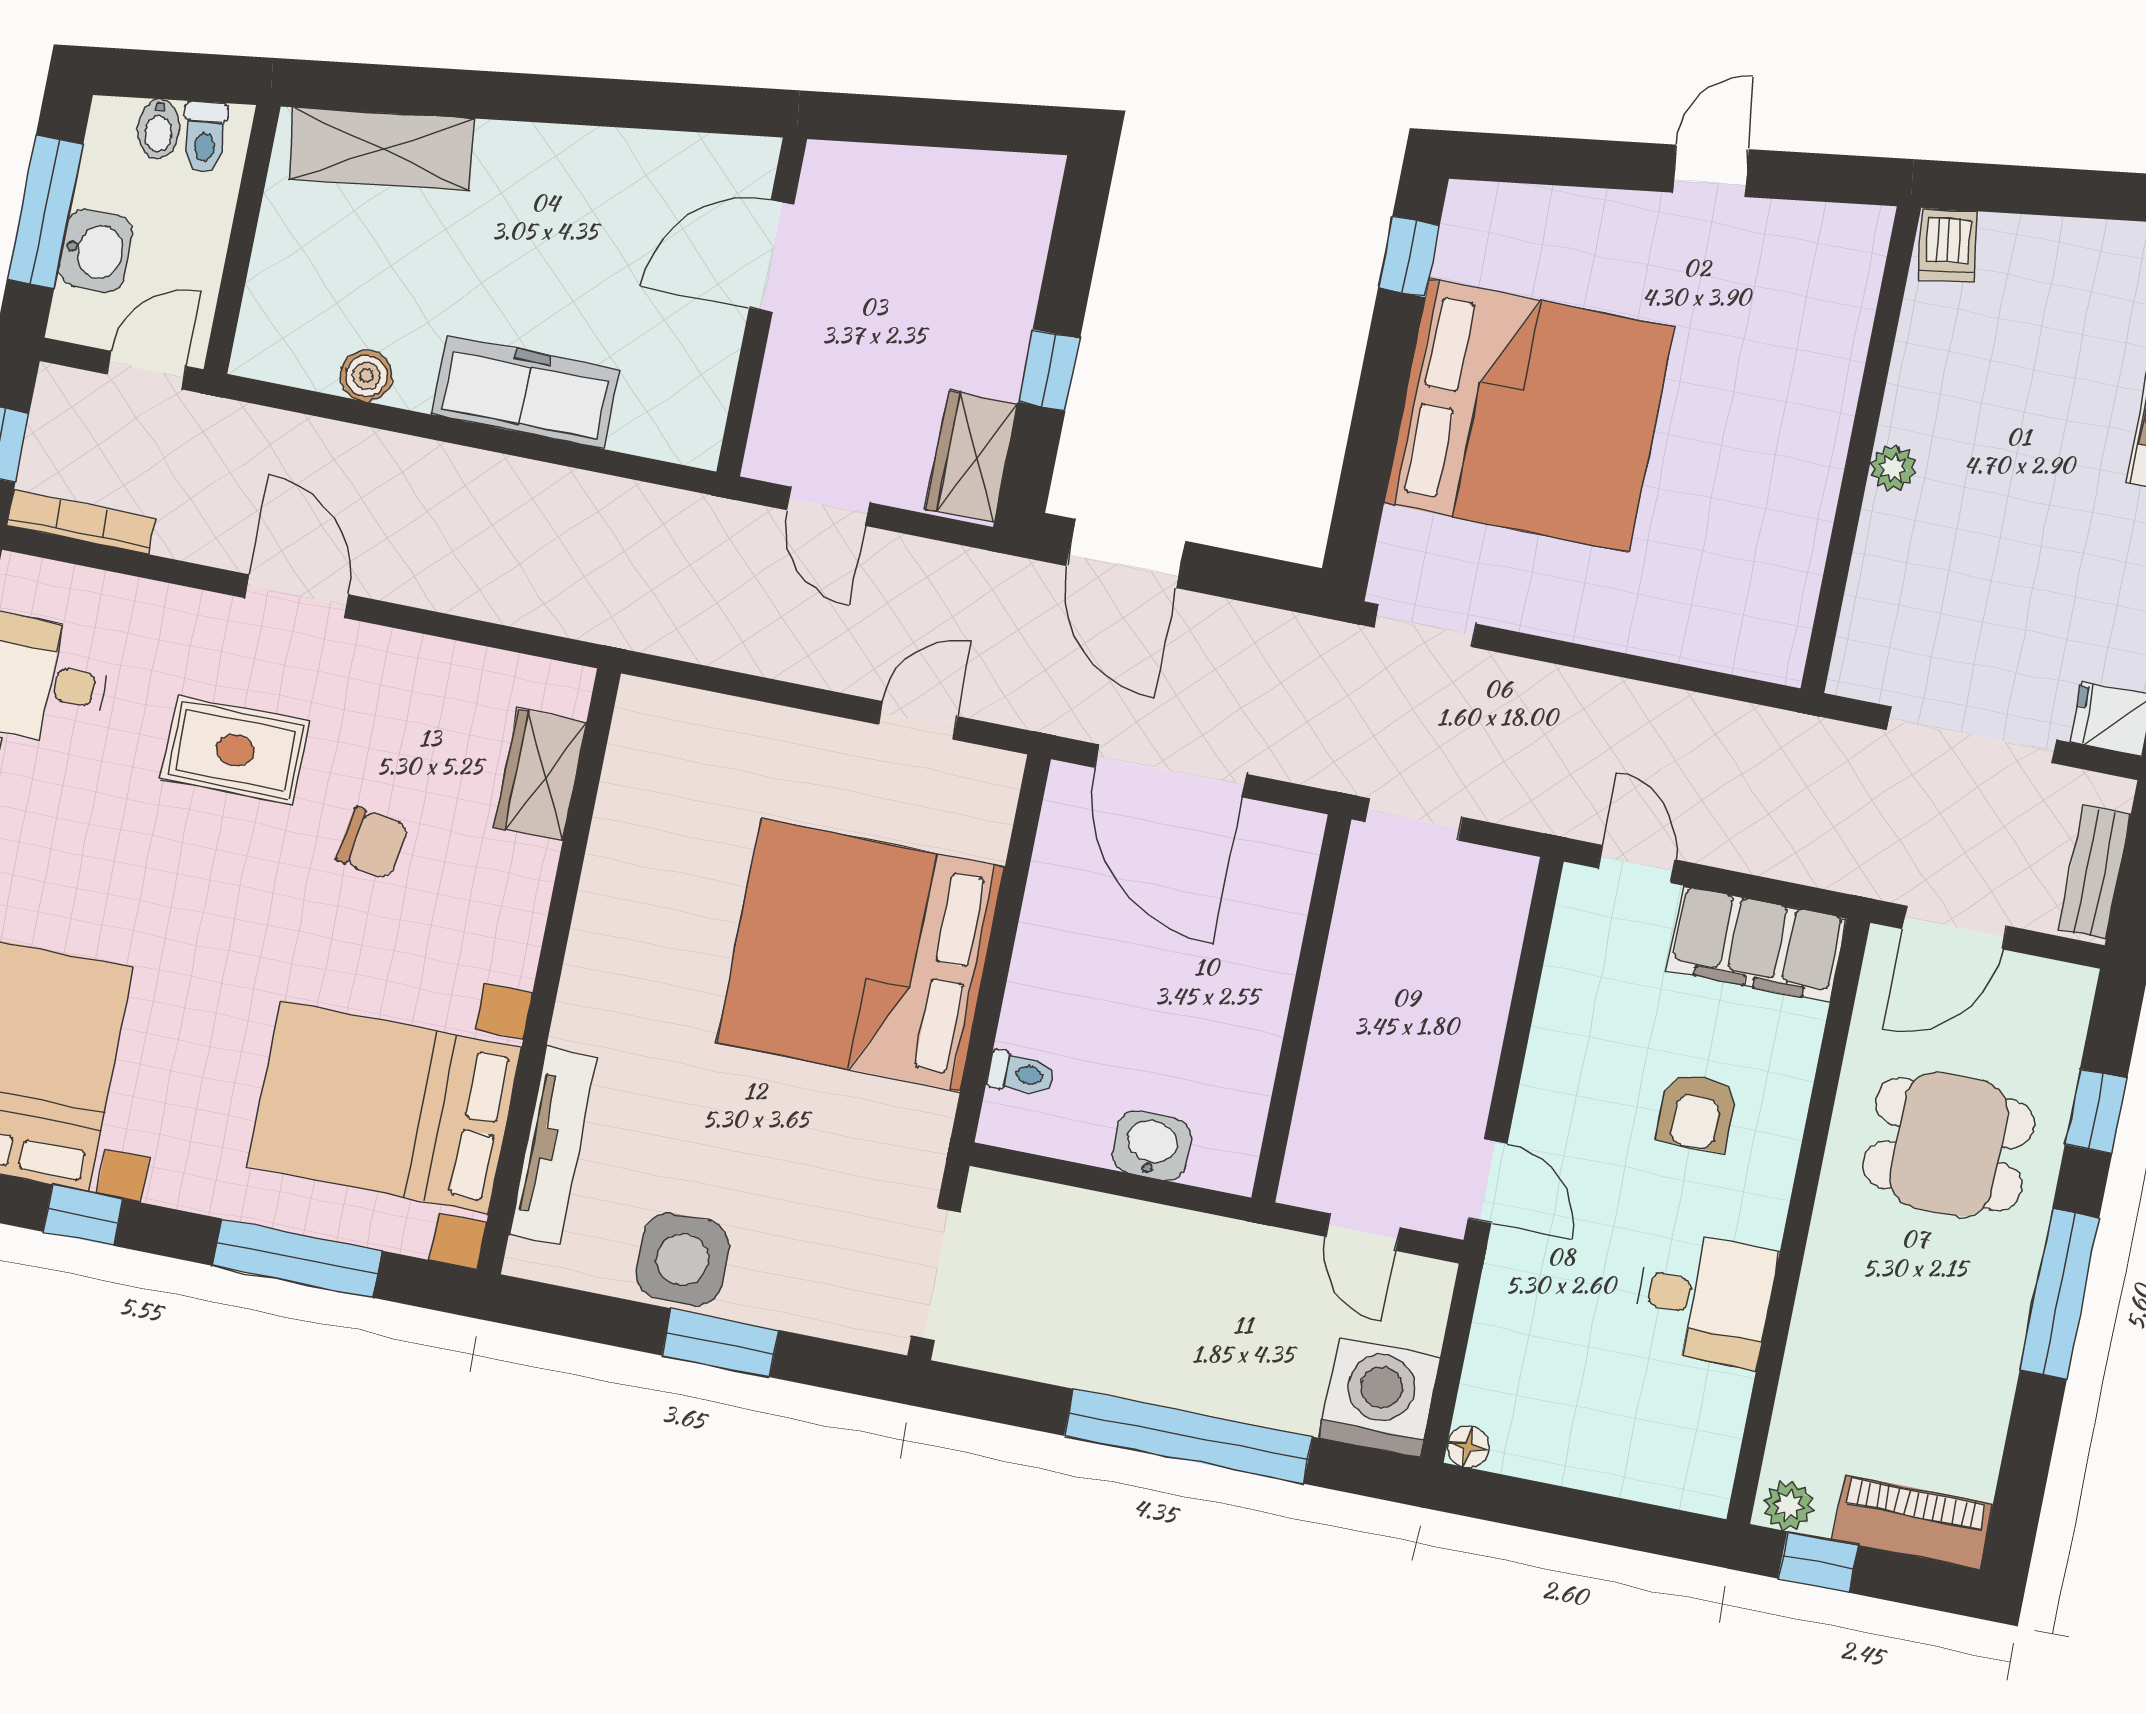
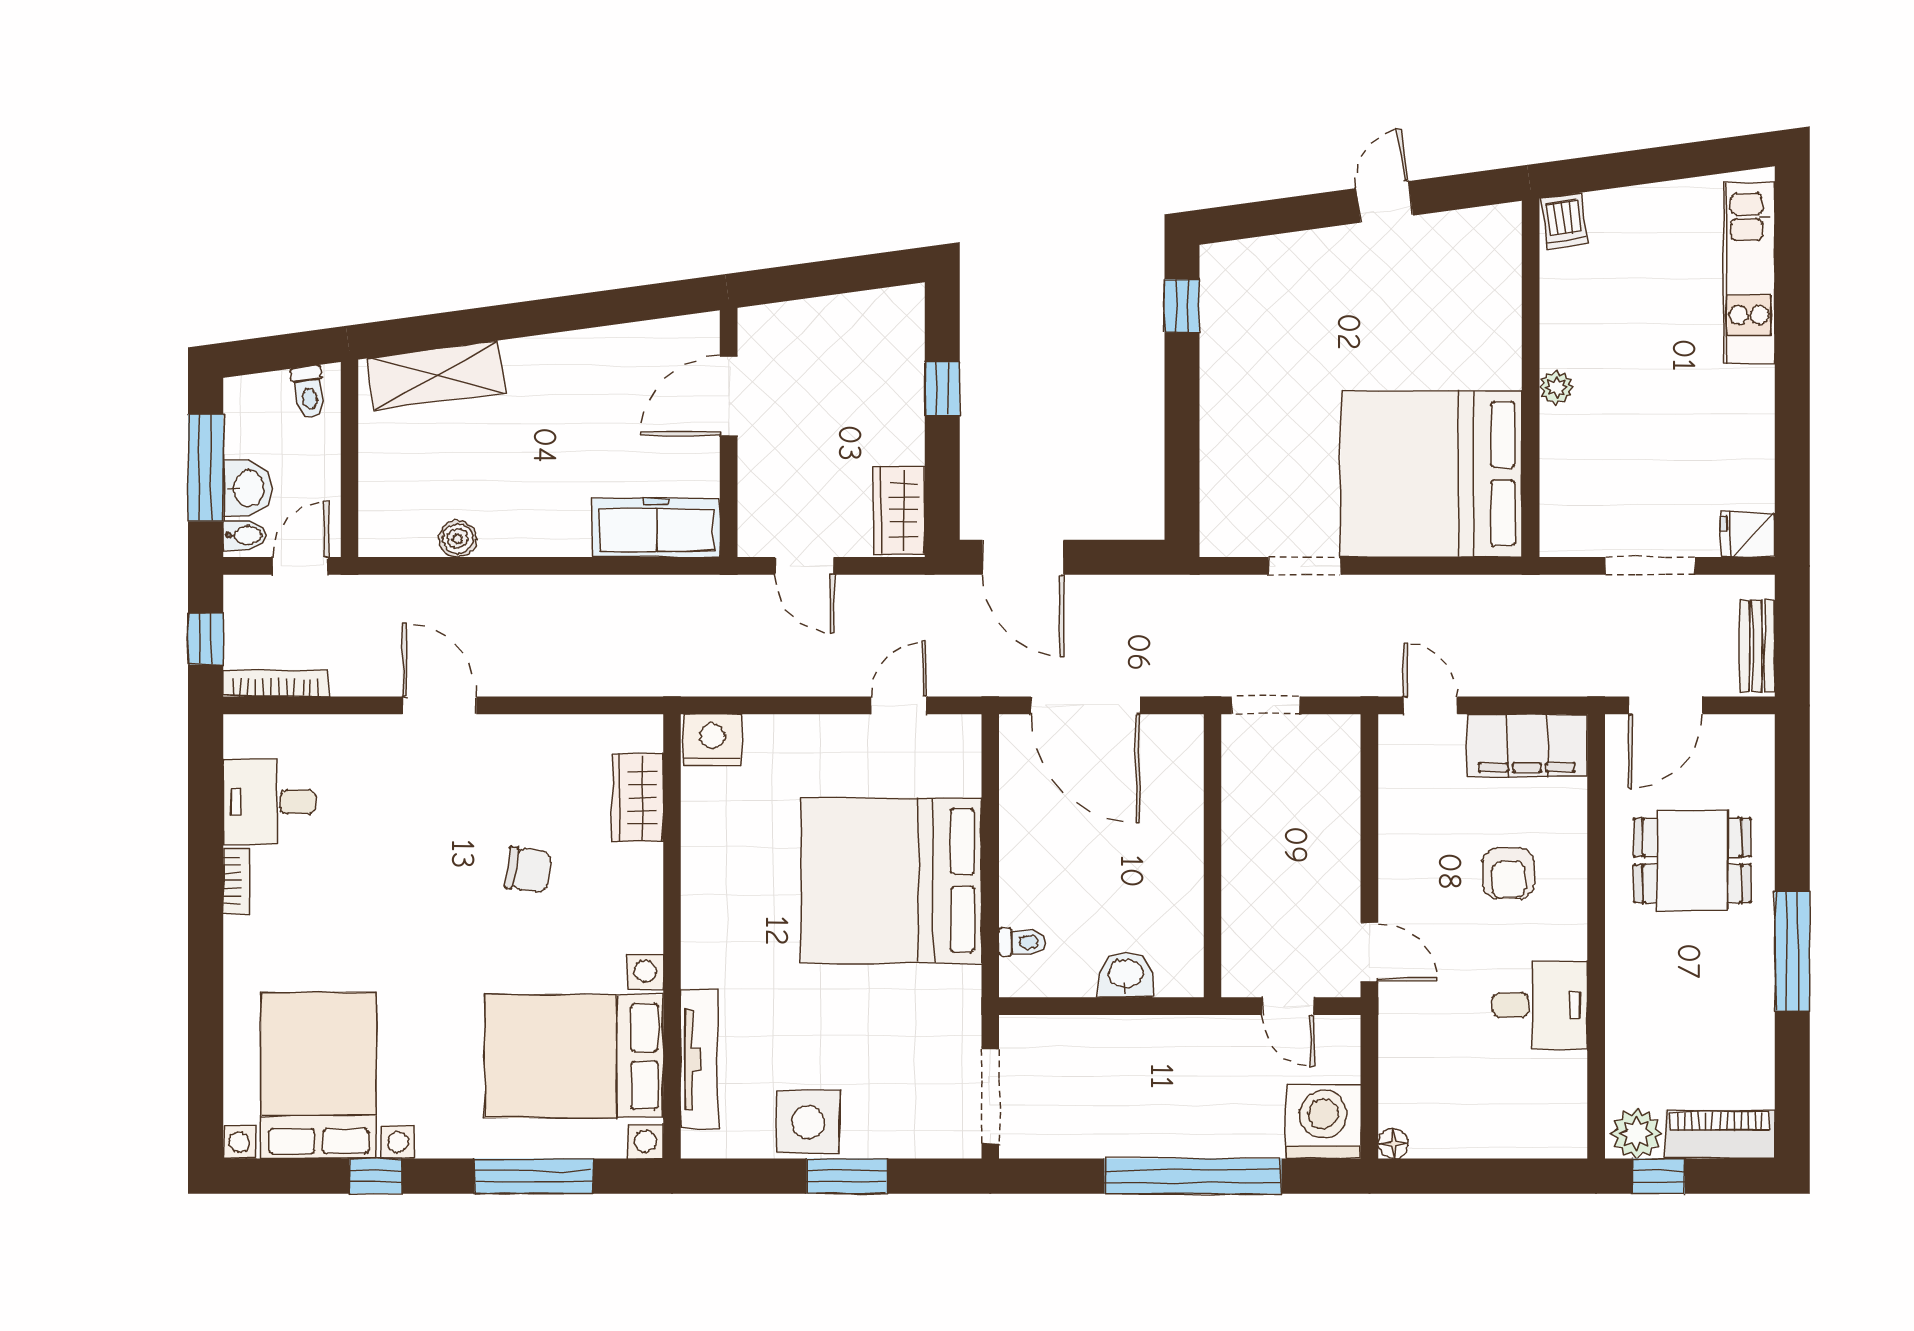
bidet: (159, 129) -> (245, 535), moved, turned -82
window: (1049, 370) -> (942, 389), moved
freezer: (525, 392) -> (656, 528), moved
bed: (1529, 415) -> (1431, 474), moved, turned 180
doorway: (1425, 626) -> (1304, 566), moved
nightstand: (656, 717) -> (712, 740), added
doorway: (1972, 735) -> (1650, 566), width x0.73
rug: (236, 750) -> (418, 824), removed
window: (2096, 1111) -> (1792, 816), removed
plant: (1788, 1506) -> (1636, 1133), width x1.38, depth x1.38

